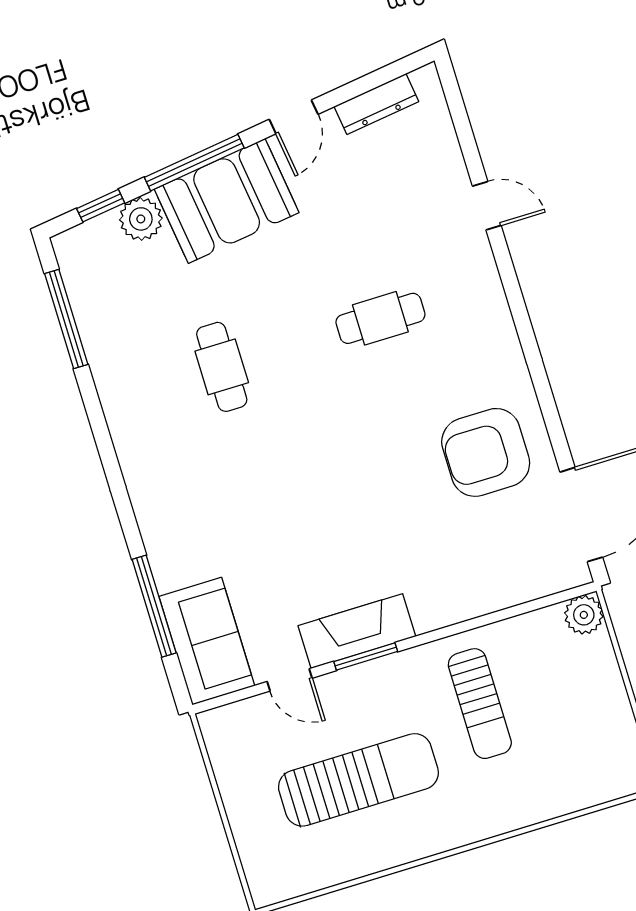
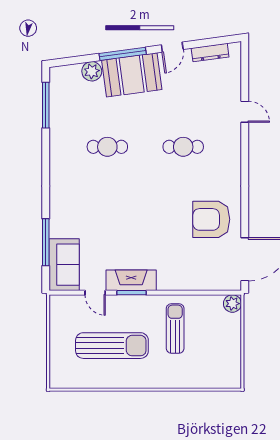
window: (101, 206) -> (76, 60), removed
cafe table: (222, 367) -> (107, 147), turned 90
sun lounger: (480, 704) -> (175, 328), turned 180

